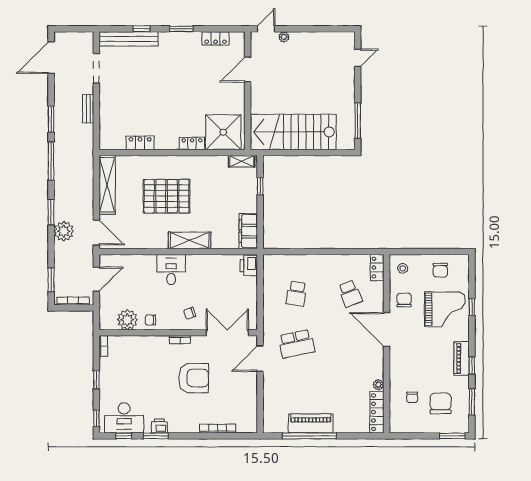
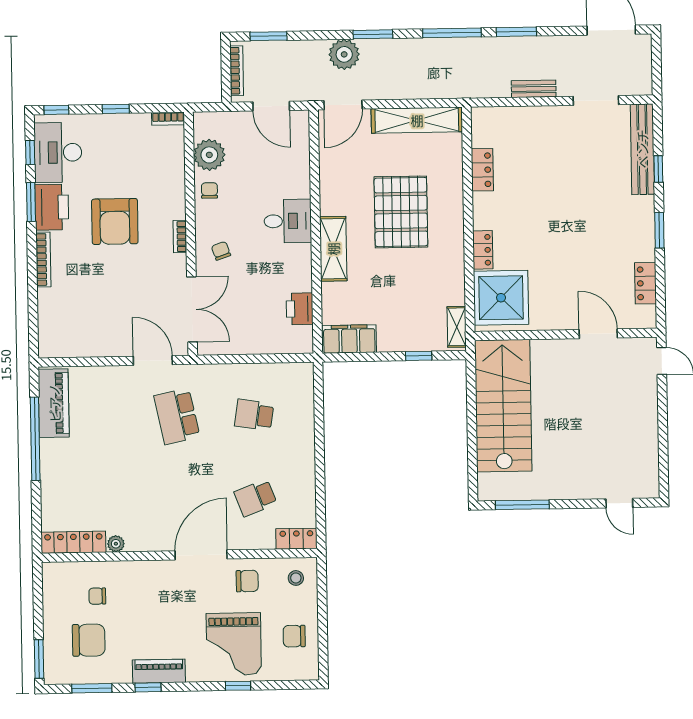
plant: (284, 37) -> (650, 389), removed
printer: (249, 265) -> (300, 309), moved, turned -90
armchair: (194, 378) -> (115, 221), moved
piano: (311, 423) -> (54, 403), moved
printer: (159, 426) -> (52, 207), width x1.87, depth x1.48
bookcase: (218, 429) -> (43, 260), moved

